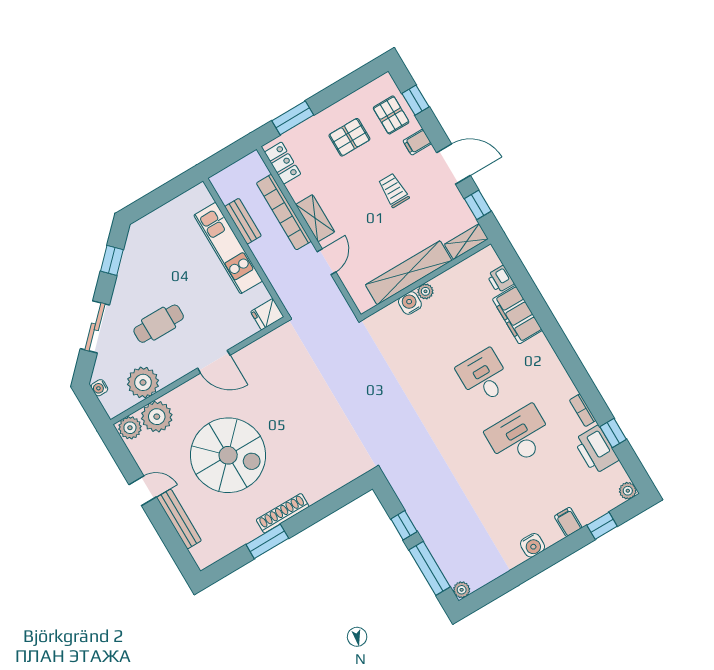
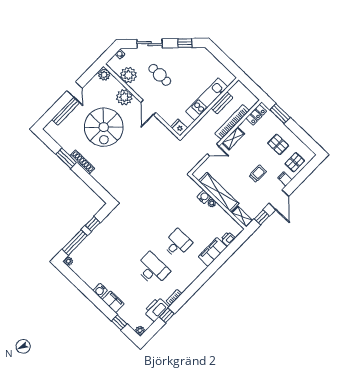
window: (416, 100) -> (305, 172), removed
plant: (157, 417) -> (124, 97), moved
filing cabinet: (568, 522) -> (113, 302), width x2.00

